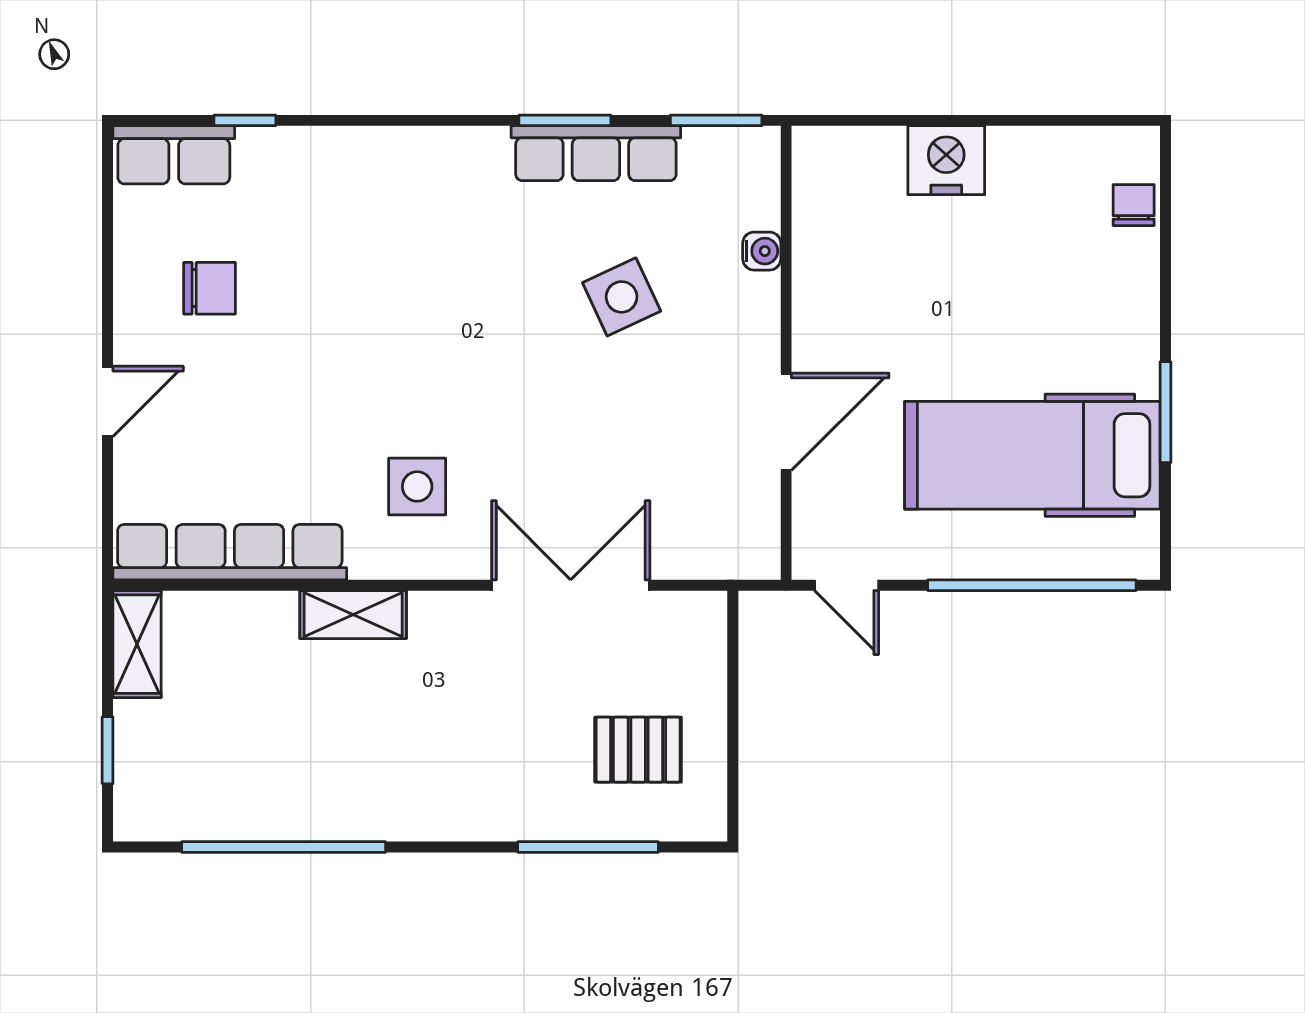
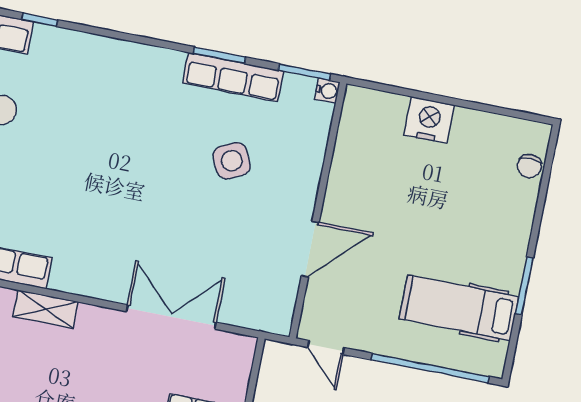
chair: (1134, 205) -> (529, 166), turned 180
water cooler: (762, 251) -> (327, 91), moved
hospital bed: (1032, 455) -> (459, 308), width x0.73, depth x0.78
side table: (417, 486) -> (96, 244), removed

